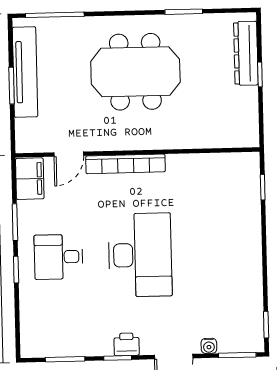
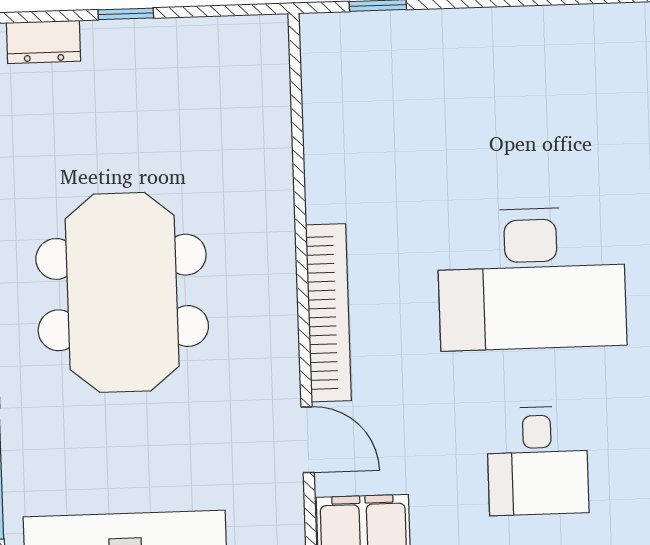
dresser: (246, 53) -> (44, 42), width x0.51, depth x0.80
desk: (140, 255) -> (532, 278), turned 180

